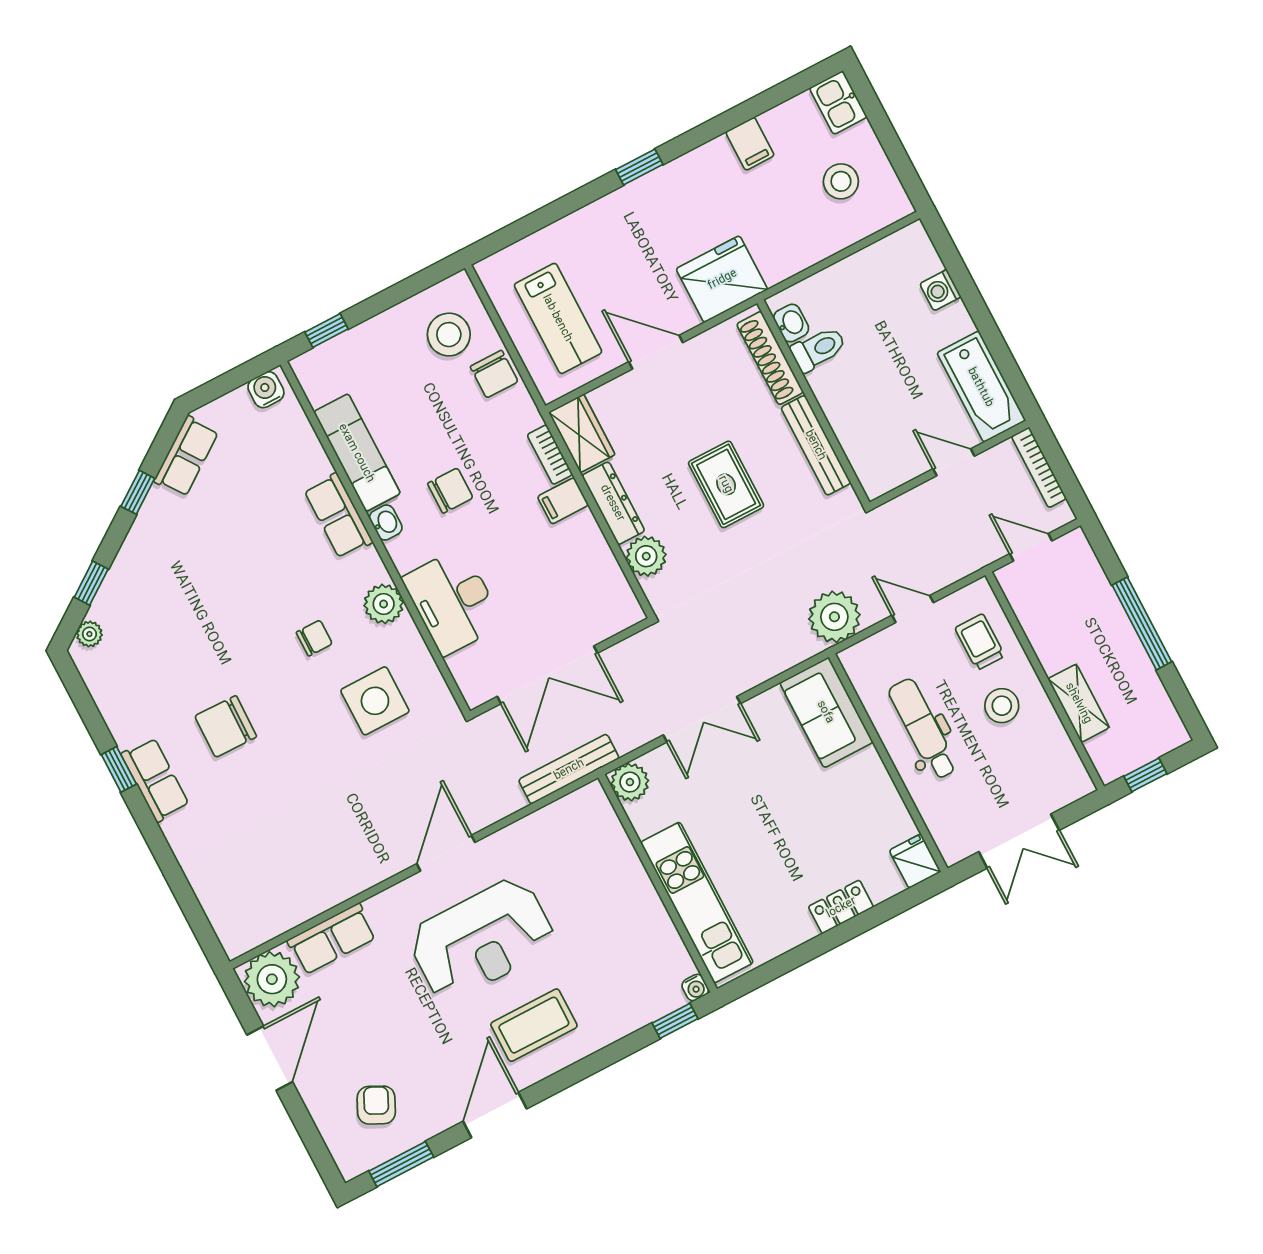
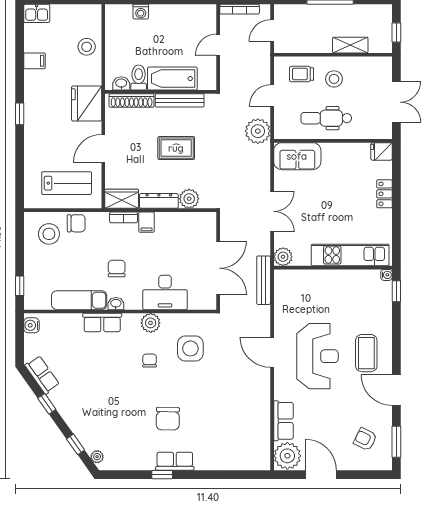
stool: (841, 181) -> (87, 47), moved
bathtub: (981, 387) -> (172, 79), moved, turned 180

